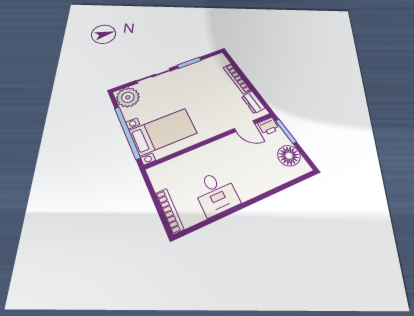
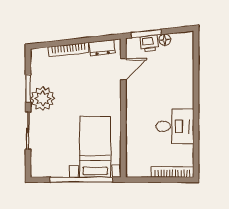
plant: (128, 97) -> (43, 98), moved
printer: (268, 126) -> (149, 43), moved, turned 84
floor lamp: (289, 156) -> (165, 40), width x0.53, depth x0.53

